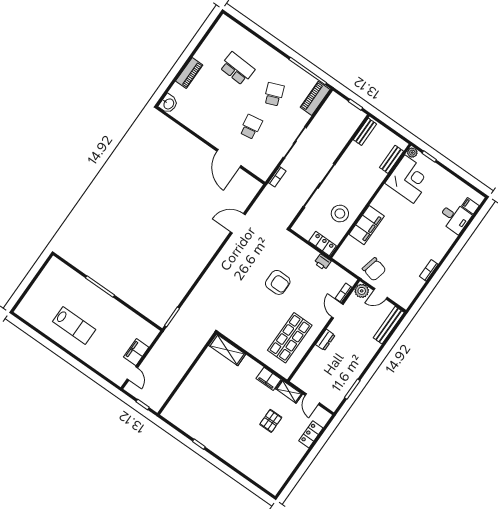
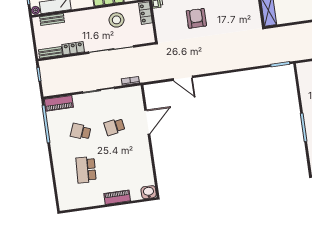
school desk: (274, 94) -> (81, 132), turned 42
locker: (350, 154) -> (73, 48), added

